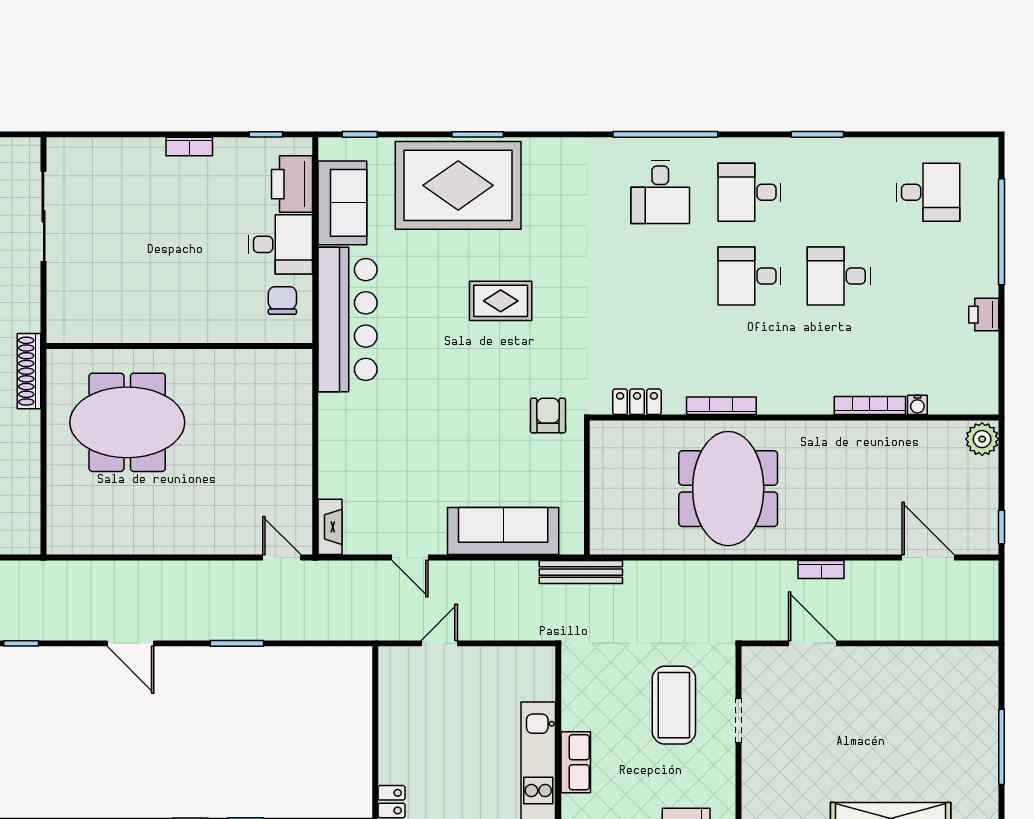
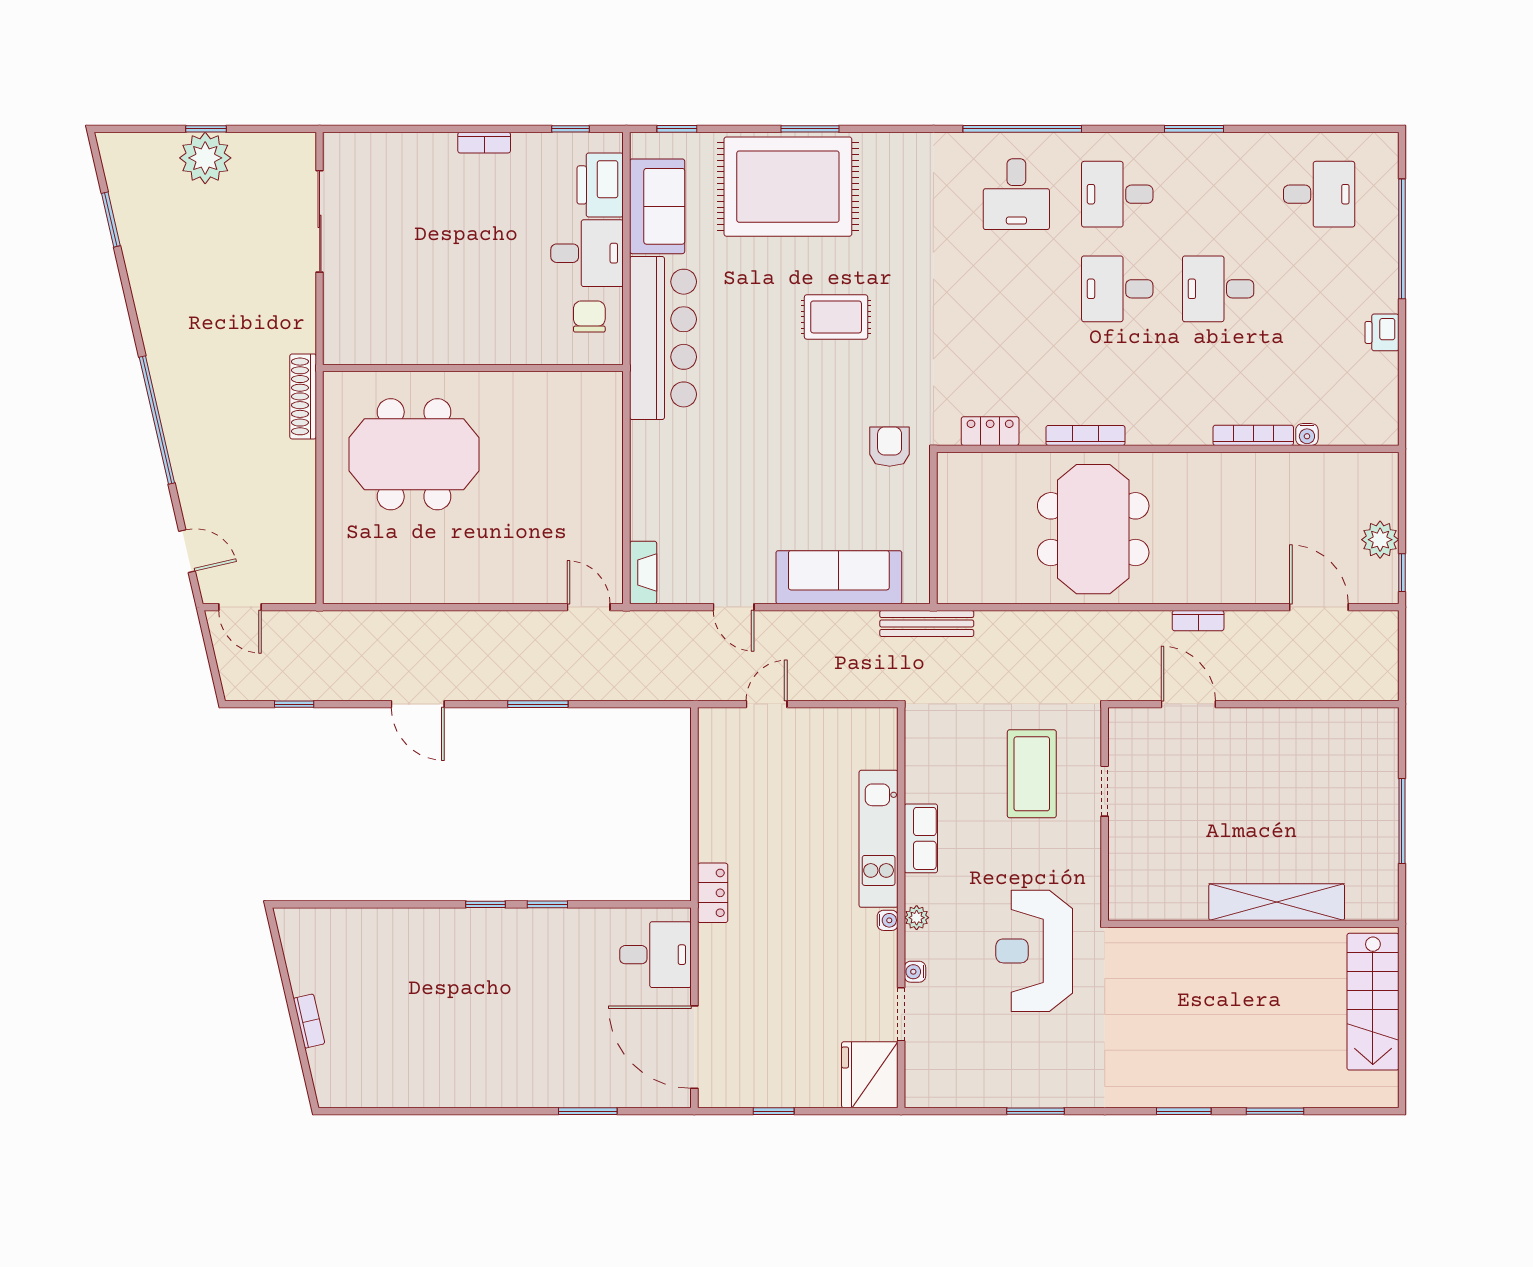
plant: (982, 439) -> (1380, 540), moved

